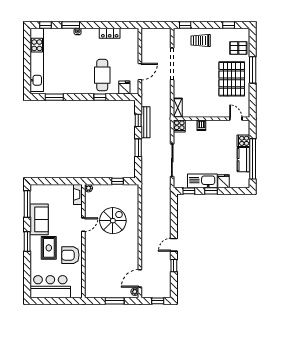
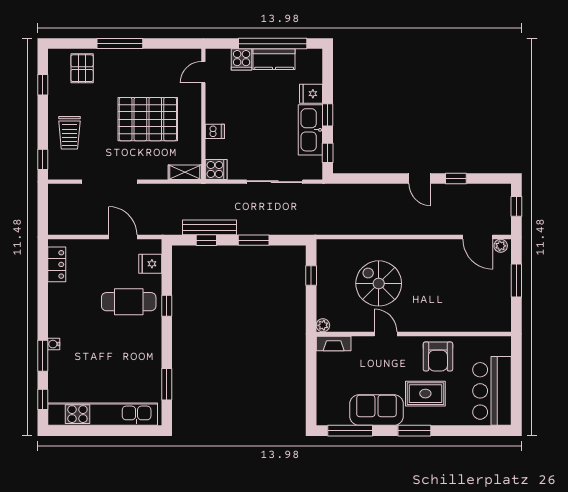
locker: (110, 33) -> (57, 264), moved
pallet: (232, 79) -> (148, 119), moved

